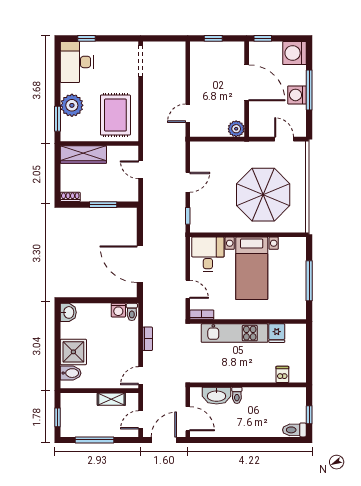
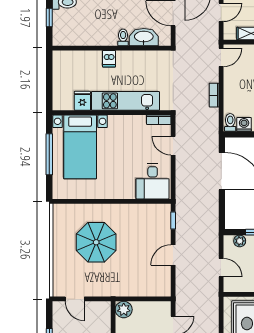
parasol: (263, 195) -> (96, 242), width x0.73, depth x0.73
plant: (123, 196) -> (240, 241), added
bed with nightstands: (252, 268) -> (80, 147), moved, turned 180
dishwasher: (282, 374) -> (109, 59), moved

